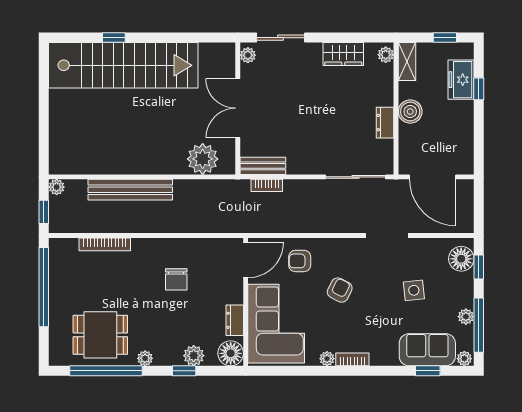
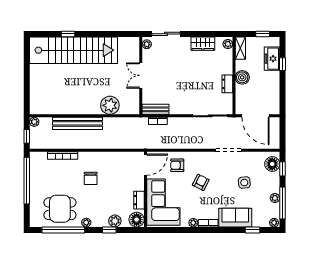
double door: (238, 108) -> (141, 75), width x0.73
plant: (203, 159) -> (110, 105), moved
chair: (176, 279) -> (91, 178), moved
sofa: (427, 350) -> (235, 218), moved

